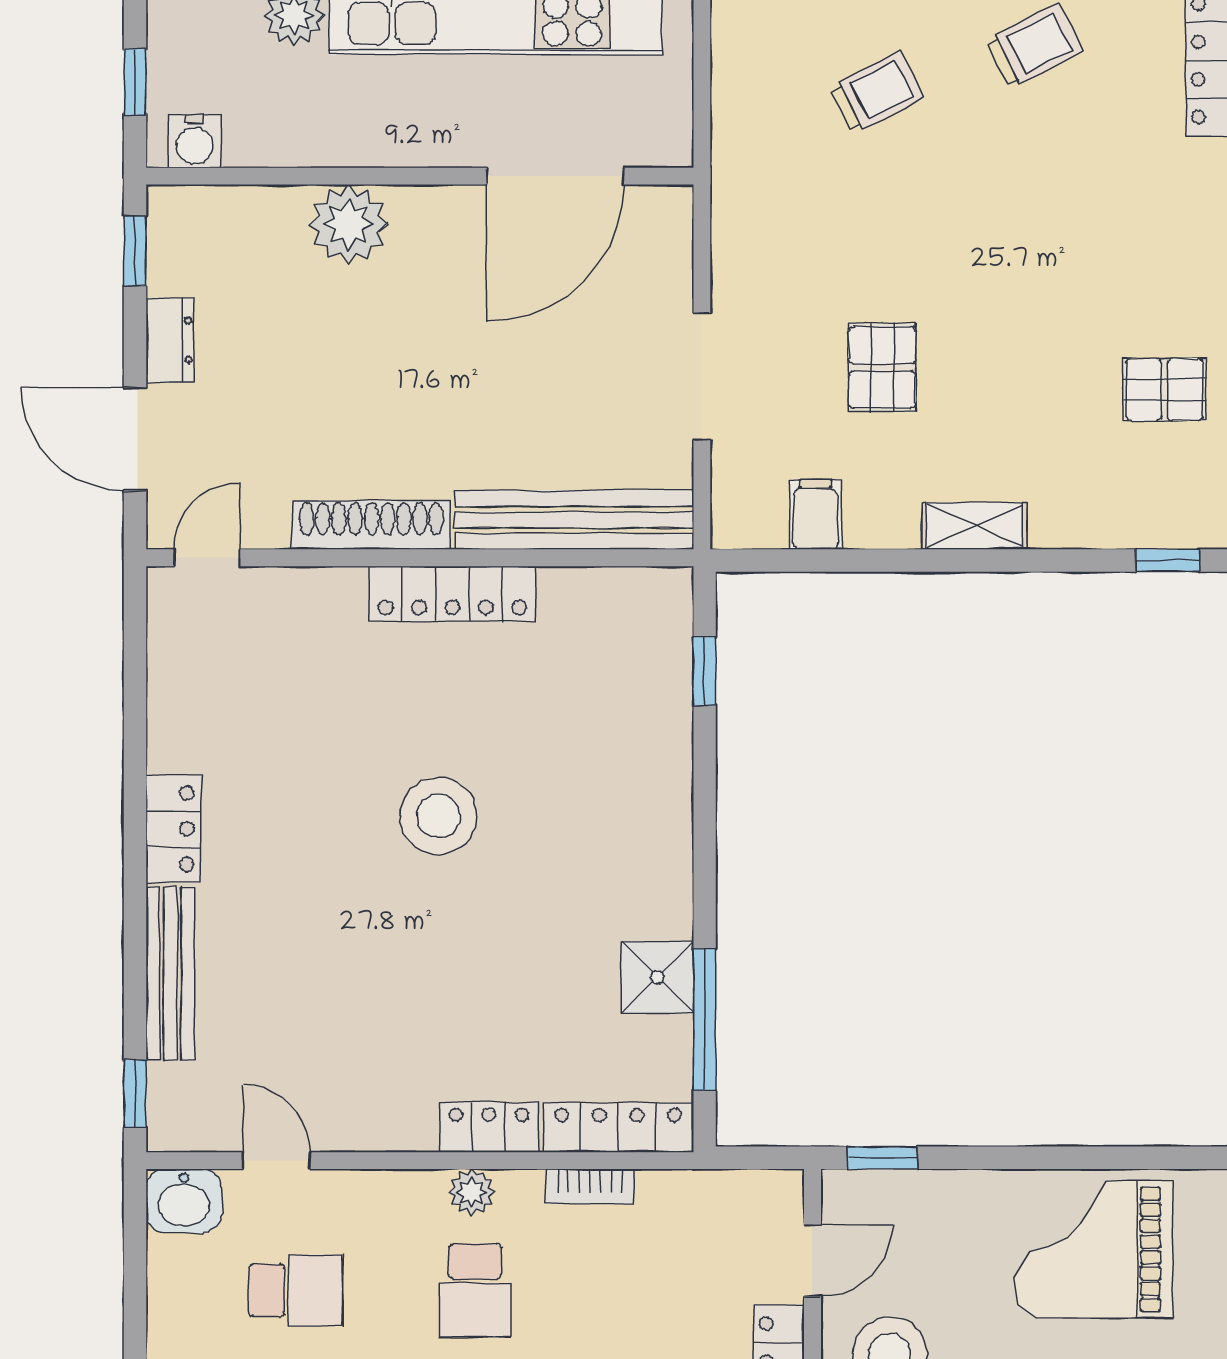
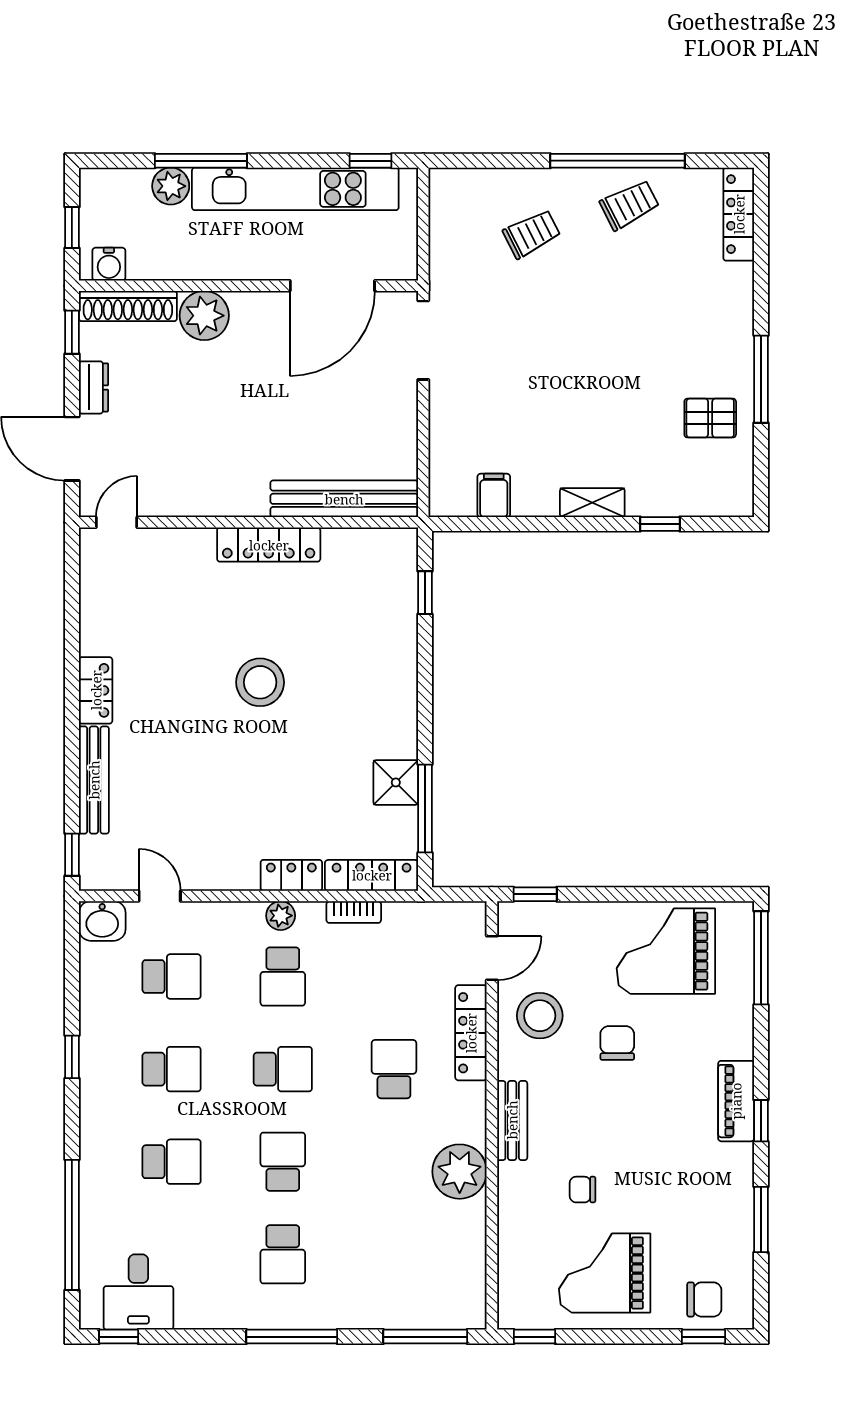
pallet: (882, 367) -> (535, 404), removed
doorway: (702, 377) -> (423, 340), moved
shoe rack: (371, 525) -> (128, 306), moved, turned 180
window: (1168, 561) -> (660, 524), moved

